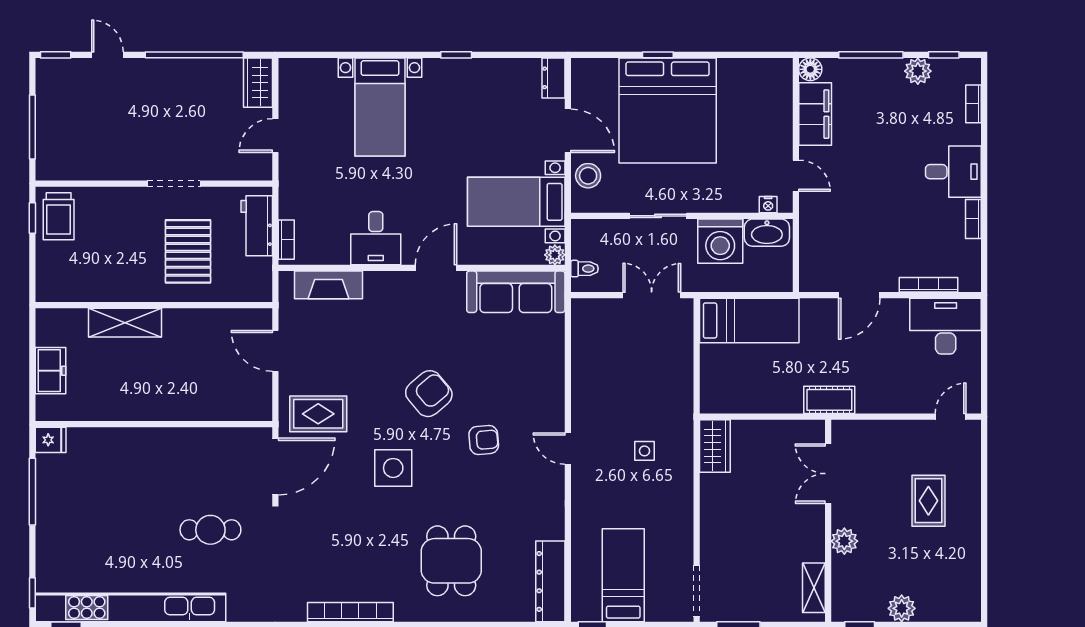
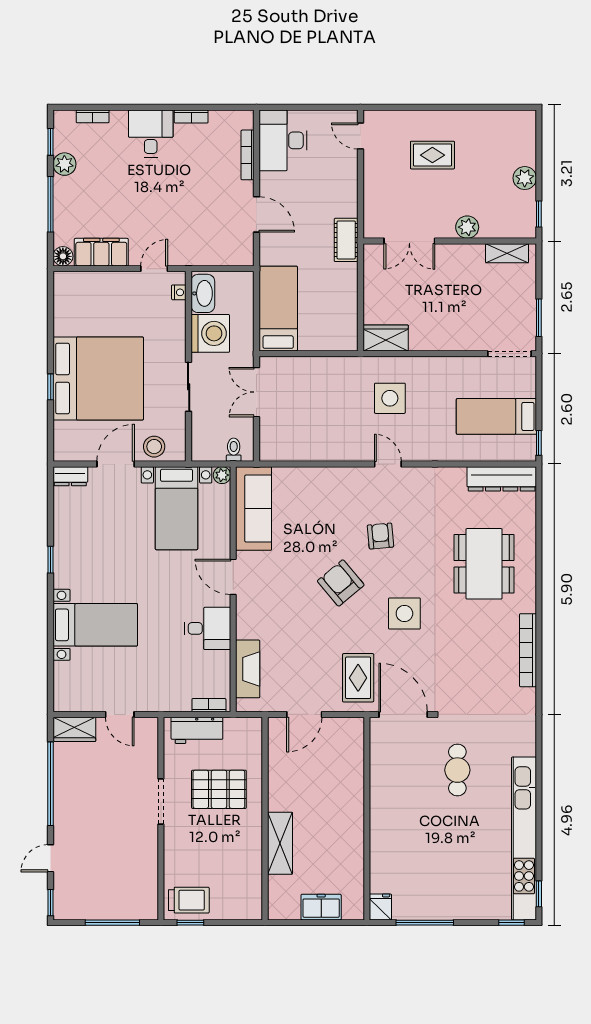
door: (568, 449) -> (388, 464), swing flipped
side table: (644, 451) -> (390, 398), width x1.87, depth x1.87
dining table: (451, 561) -> (484, 564), width x1.38

